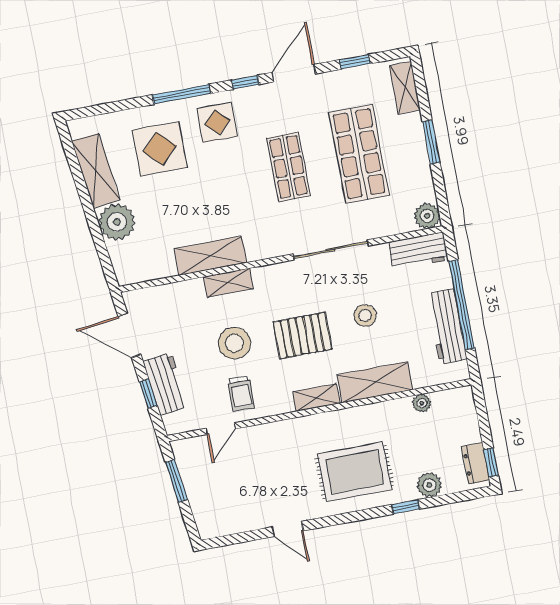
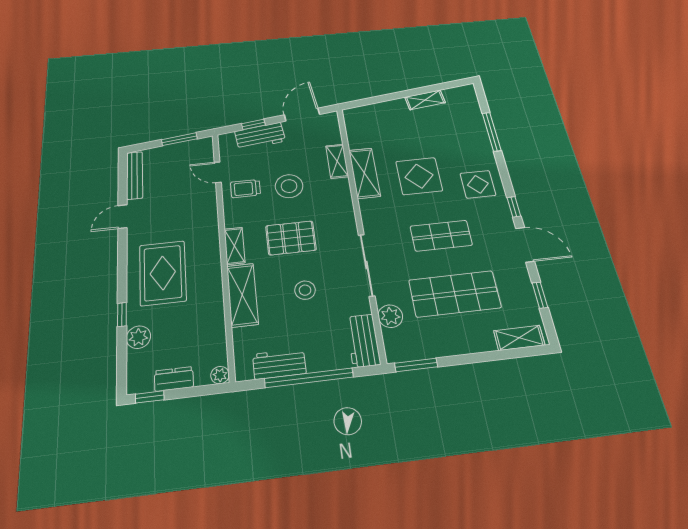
window: (181, 94) -> (492, 132), moved
window: (431, 142) -> (416, 365), moved
display table: (160, 149) -> (419, 176), moved
shelving: (96, 171) -> (425, 100), width x0.67, depth x0.75
plant: (427, 216) -> (390, 316), moved
plant: (117, 222) -> (394, 111), removed
shelving: (228, 283) -> (337, 161), moved
workbench: (447, 326) -> (279, 364), width x0.73
pallet: (302, 336) -> (291, 238), turned 90
plant: (422, 403) -> (220, 375), moved
dresser: (475, 463) -> (174, 379), moved
bench: (231, 525) -> (135, 175), added

